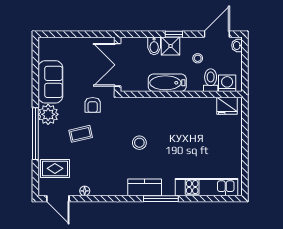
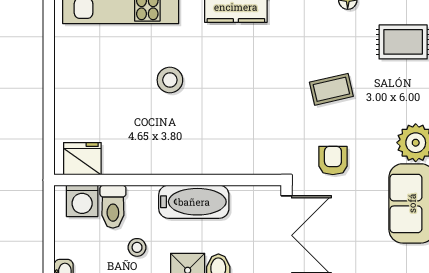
coffee table: (81, 134) -> (331, 89), moved
stool: (139, 143) -> (170, 80), moved

